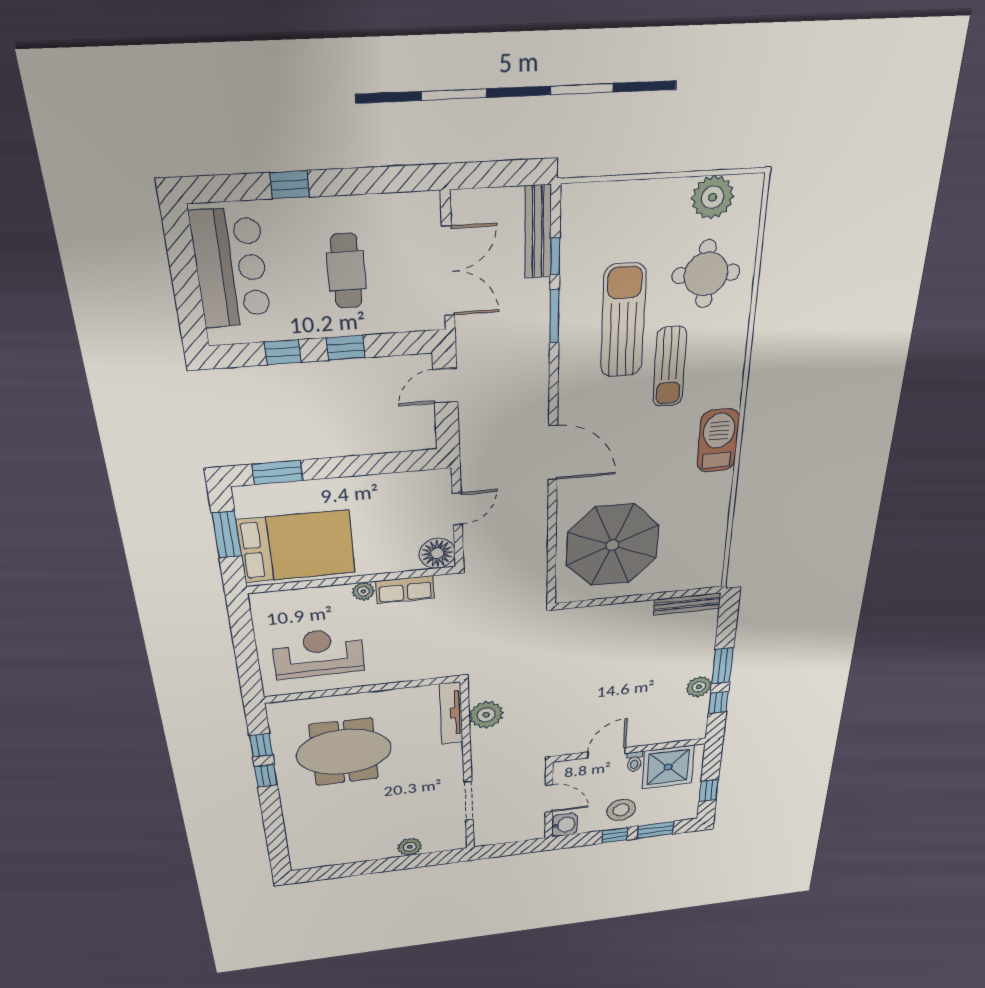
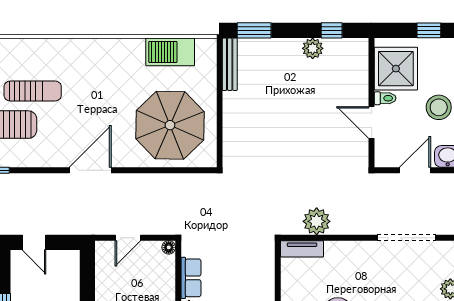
barbecue: (718, 441) -> (170, 52), moved
door: (457, 509) -> (128, 238), swing flipped
floor lamp: (437, 553) -> (169, 247), width x0.53, depth x0.53
window: (722, 666) -> (254, 30), moved
tv unit: (451, 713) -> (302, 249), width x0.71
doorway: (469, 801) -> (406, 238), width x1.36

